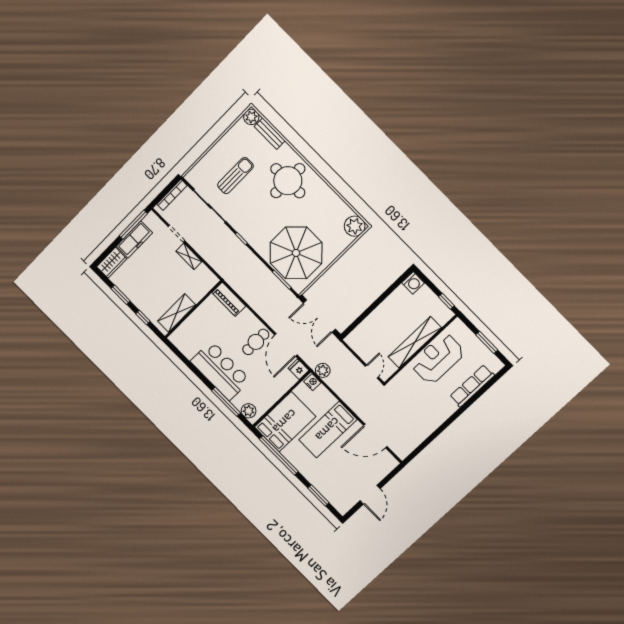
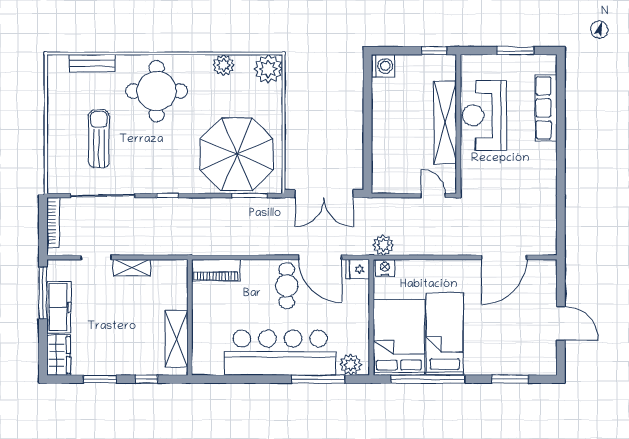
plant: (251, 117) -> (223, 65), moved
bar counter: (220, 371) -> (280, 353), width x1.36
bed: (328, 430) -> (445, 334), moved, turned 180

